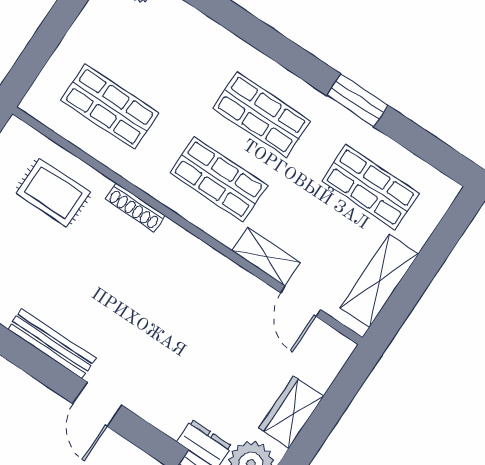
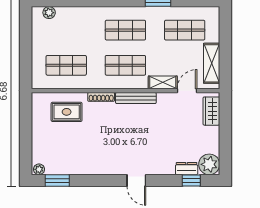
door: (301, 301) -> (187, 91), swing flipped
bench: (52, 344) -> (136, 98), moved
wardrobe: (291, 412) -> (211, 111), moved

